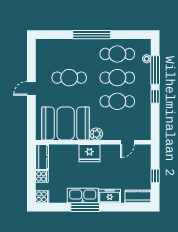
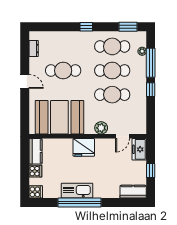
window: (92, 35) -> (86, 27), width x0.32
window: (133, 35) -> (128, 27), added
dresser: (40, 56) -> (34, 49), added
door: (31, 88) -> (25, 81), swing flipped
plant: (96, 134) -> (101, 128), moved
freezer: (110, 196) -> (139, 149), moved, turned -90
window: (85, 207) -> (79, 203), width x1.46

